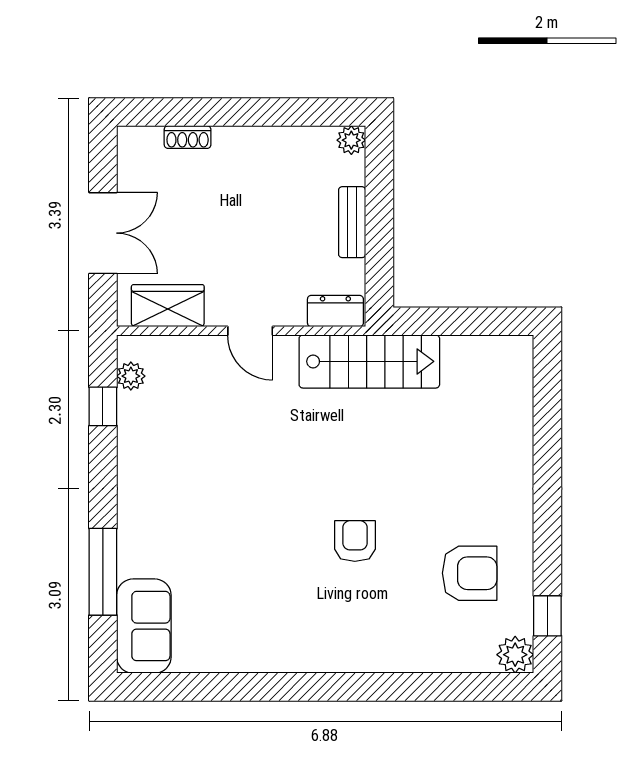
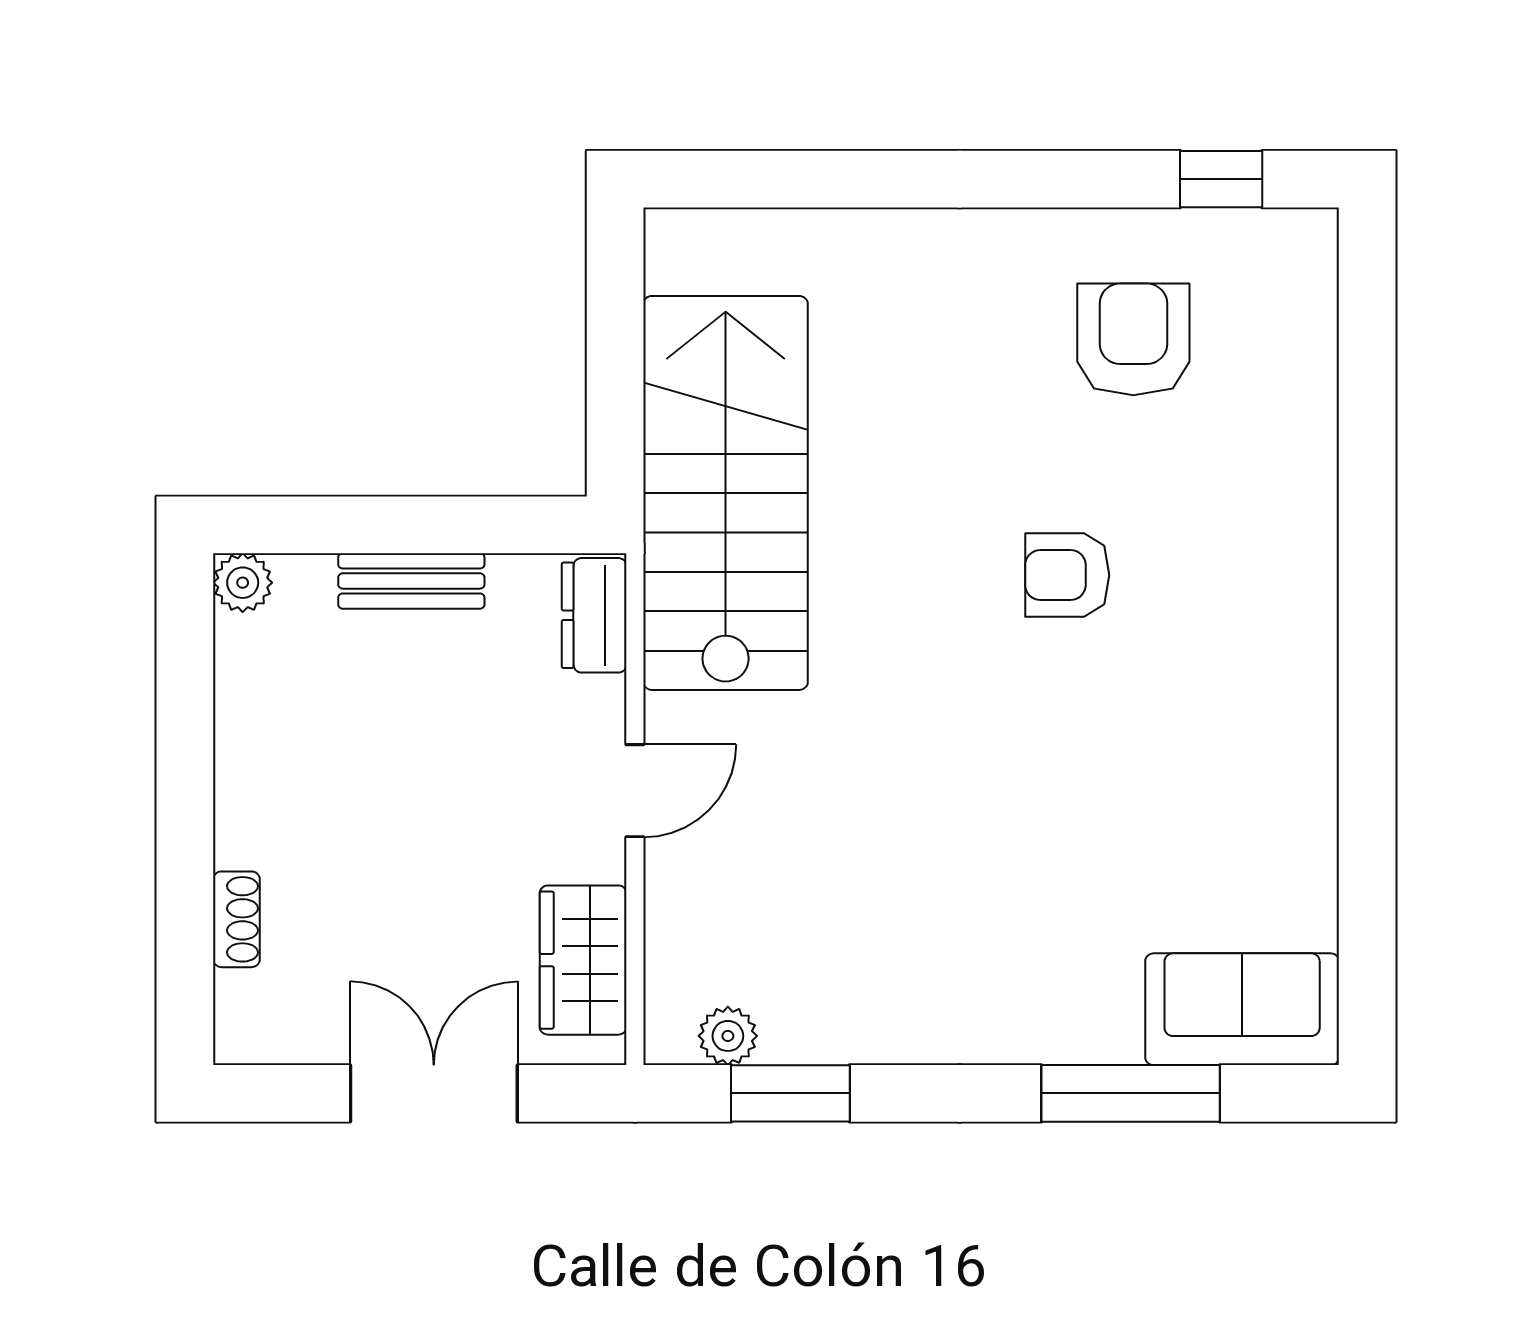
stairs: (369, 361) -> (726, 493), width x1.36, depth x1.51
window: (103, 406) -> (790, 1093), width x1.50
plant: (515, 655) -> (1301, 245), removed

